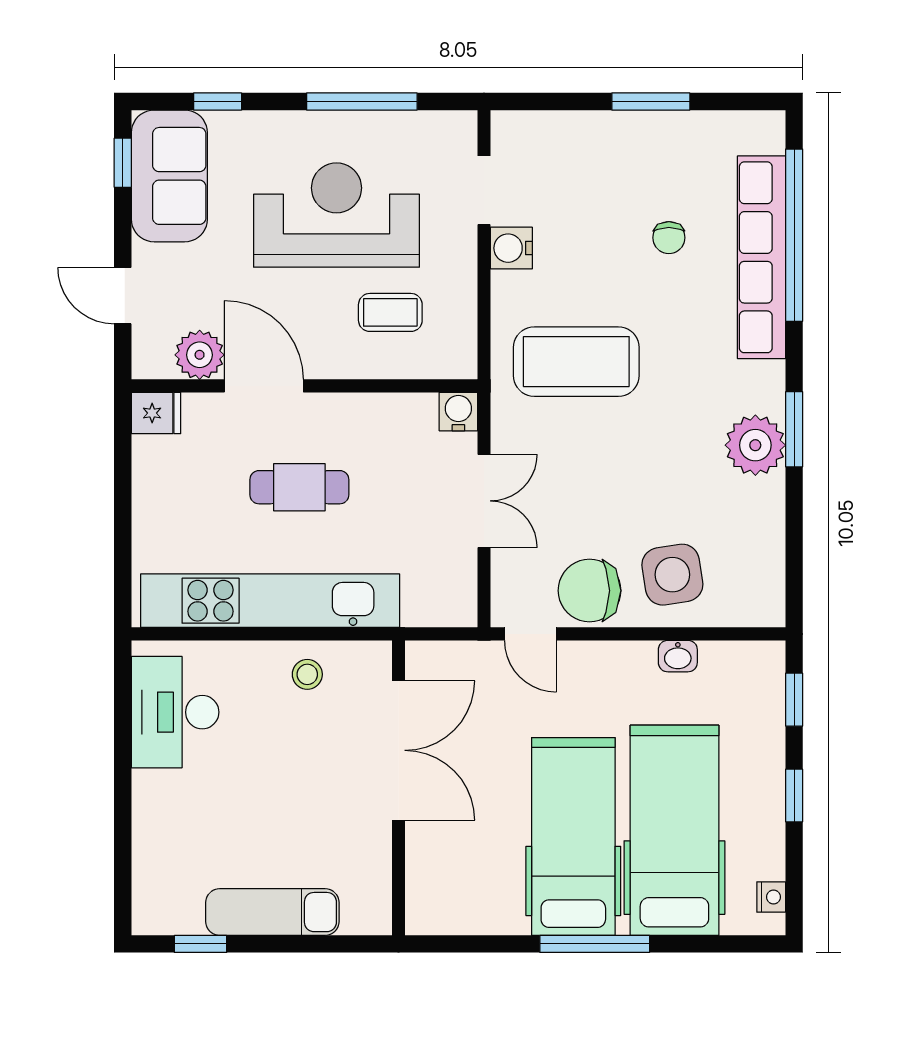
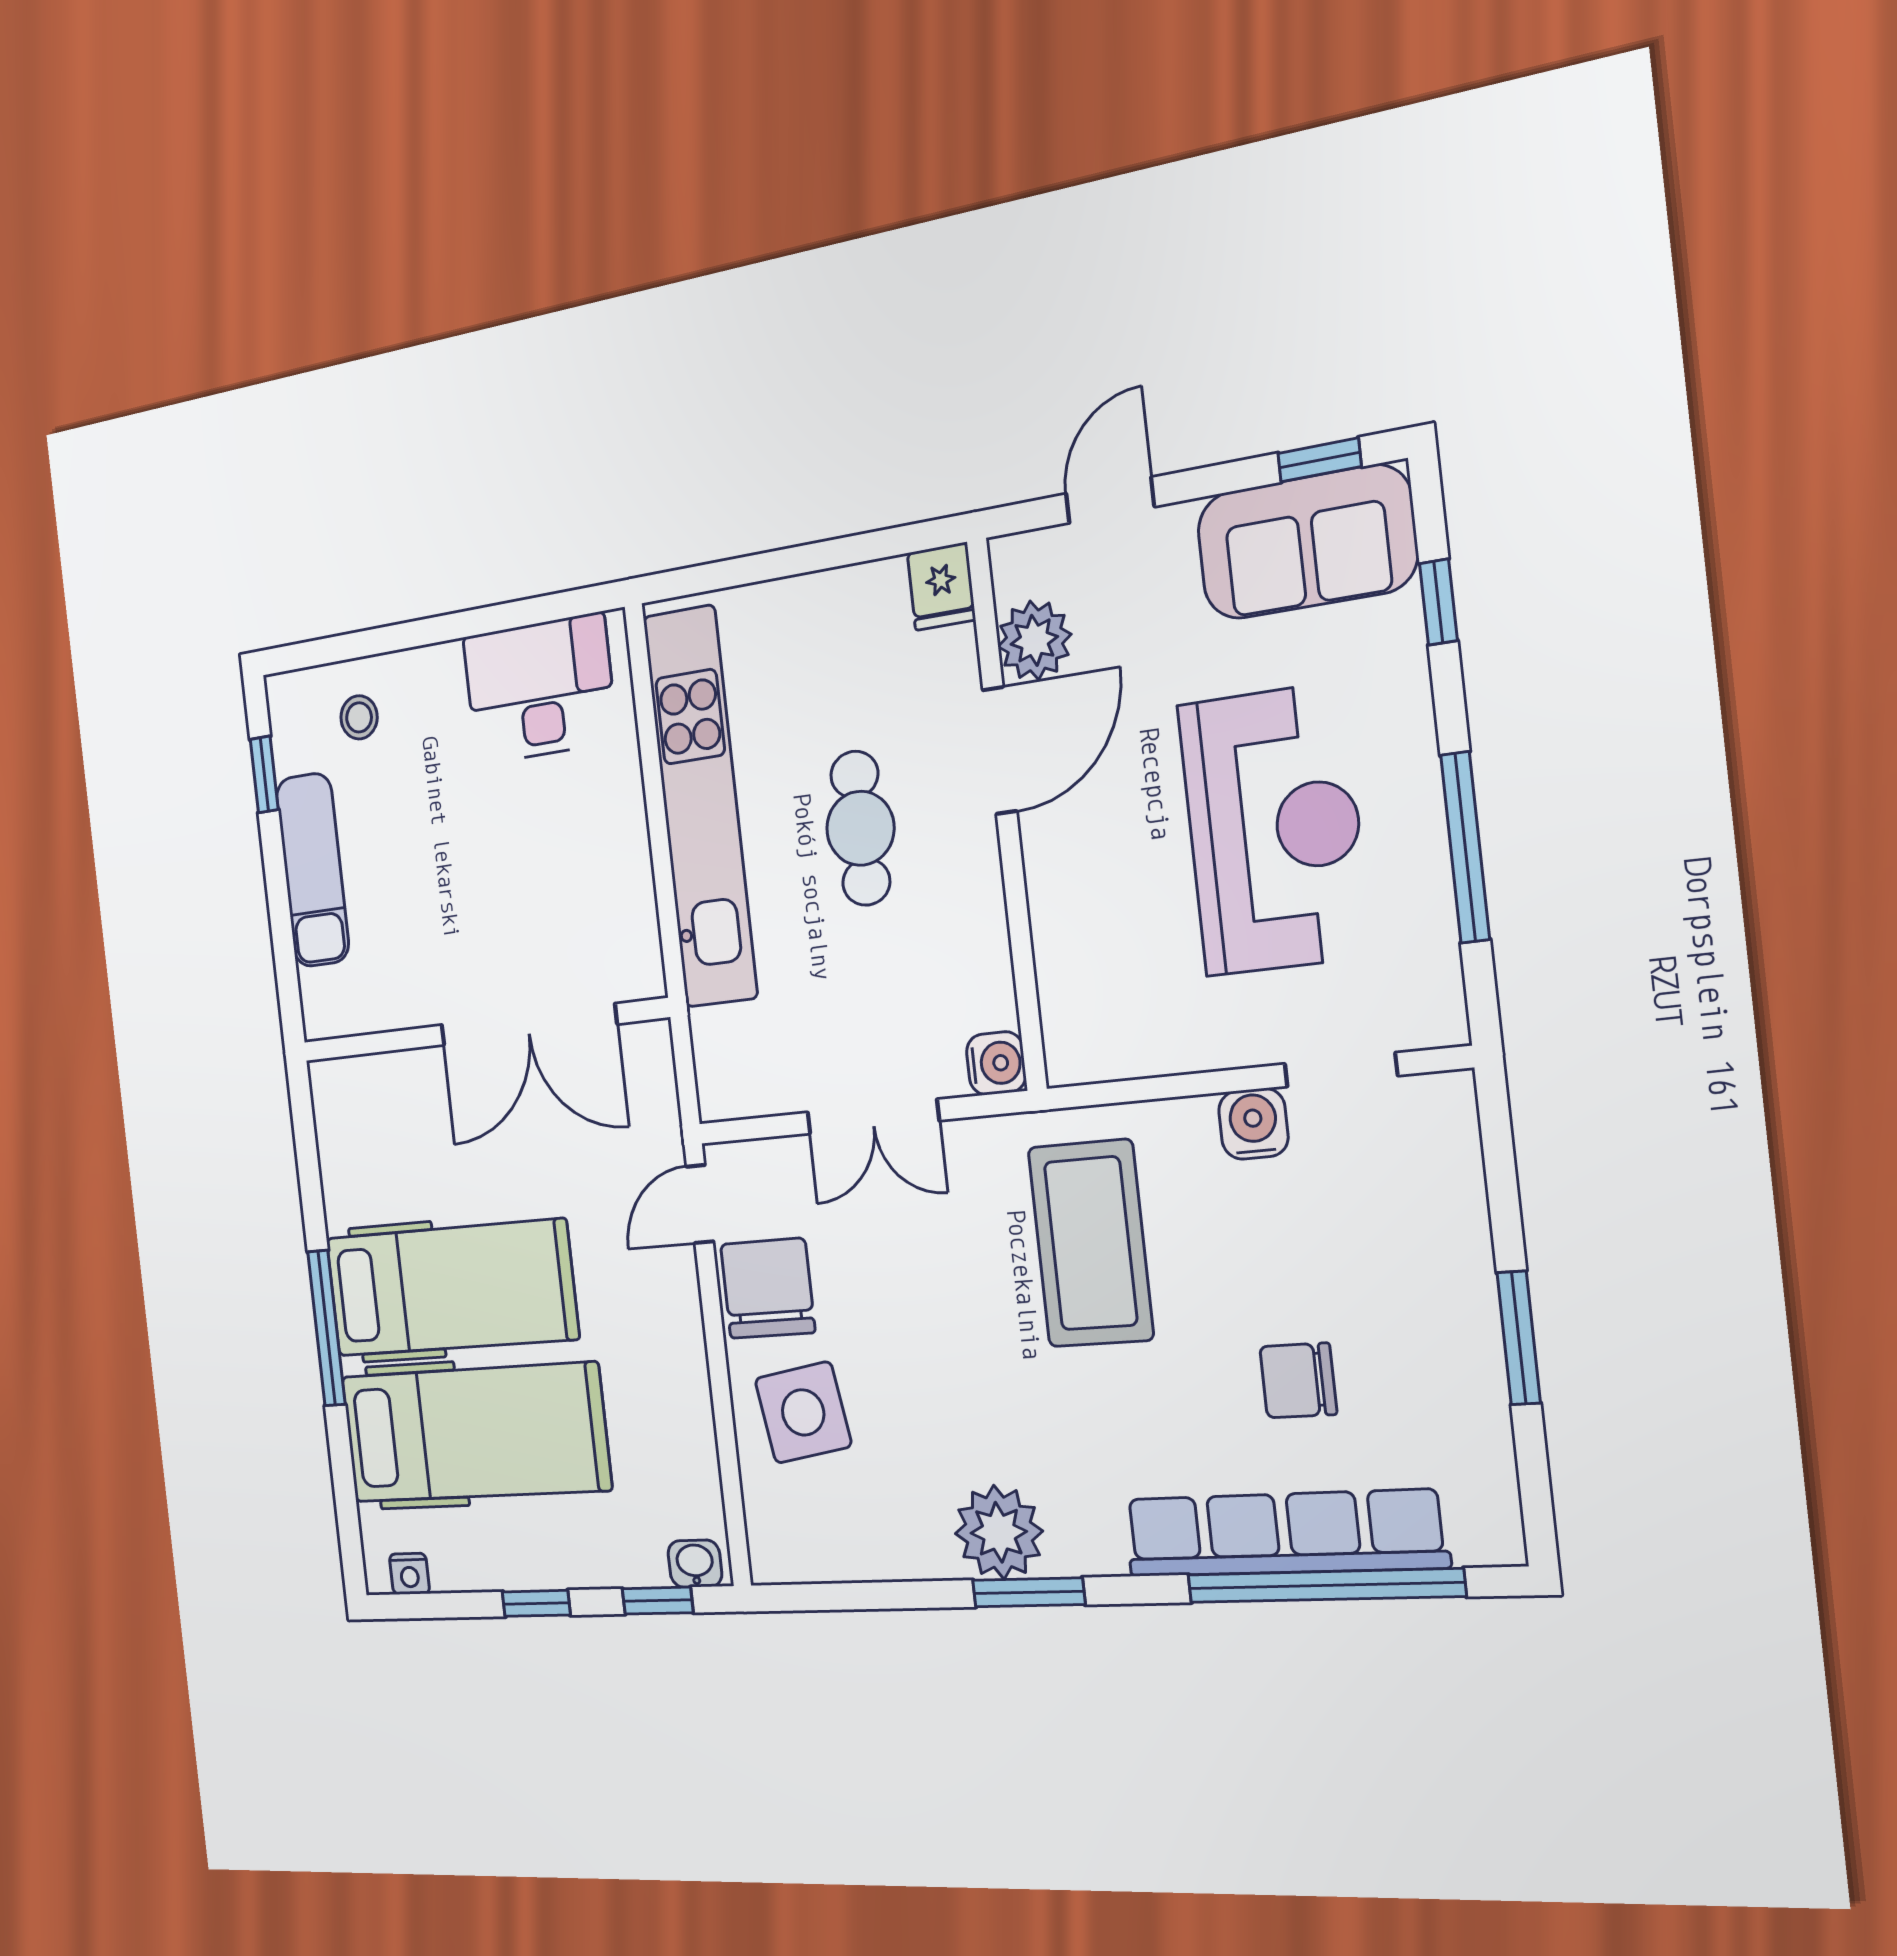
chair: (669, 238) -> (1298, 1380), width x1.37, depth x1.37
coffee table: (390, 312) -> (1132, 938), removed
washbasin: (678, 656) -> (695, 1564), moved, turned 90
stool: (307, 674) -> (359, 717), moved

